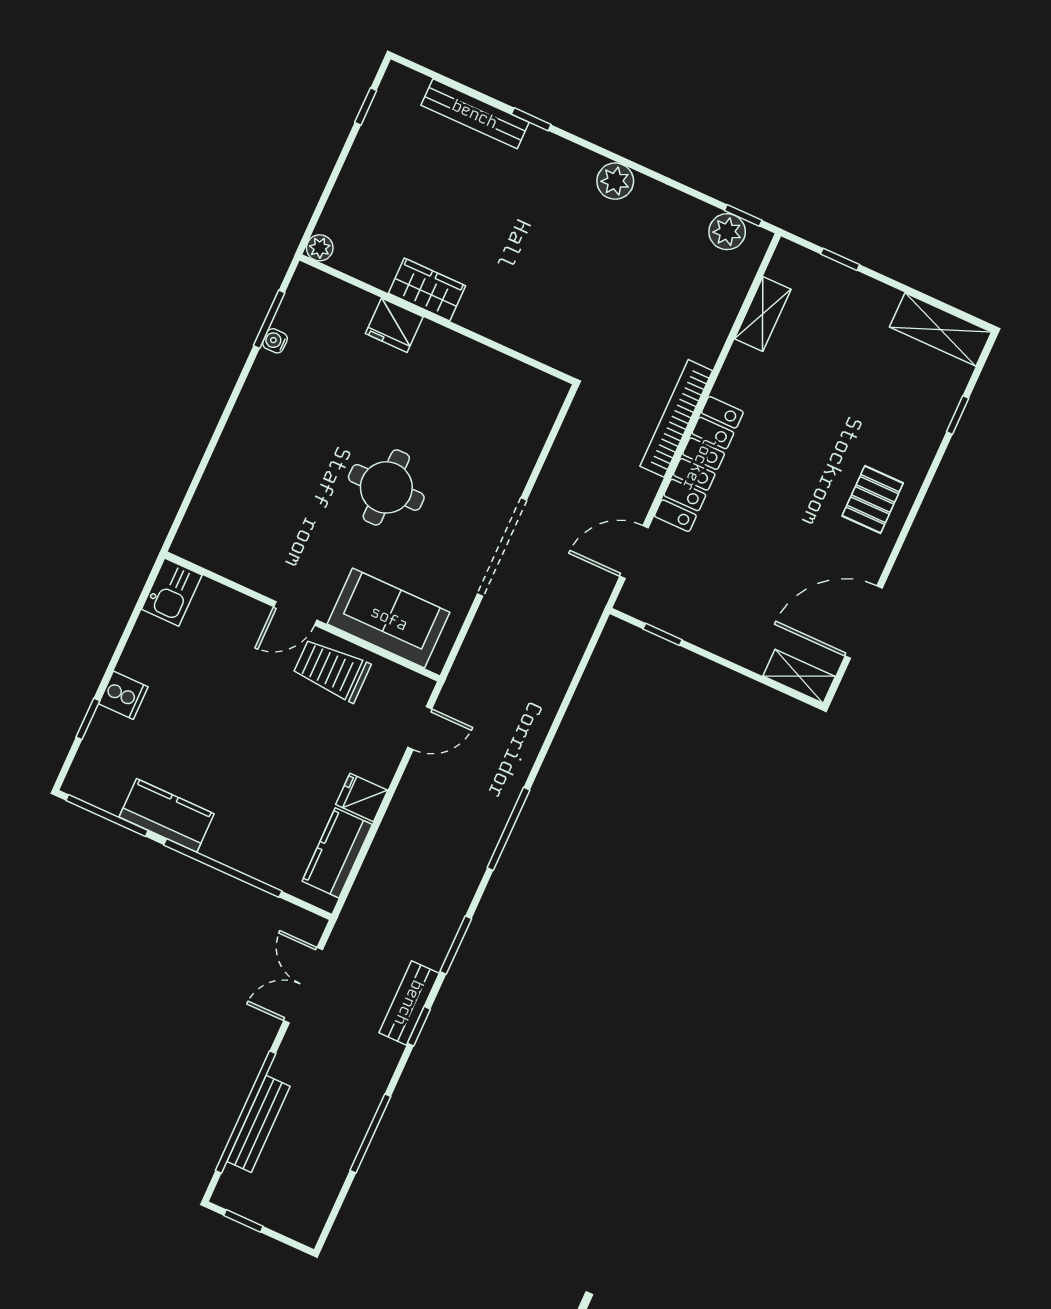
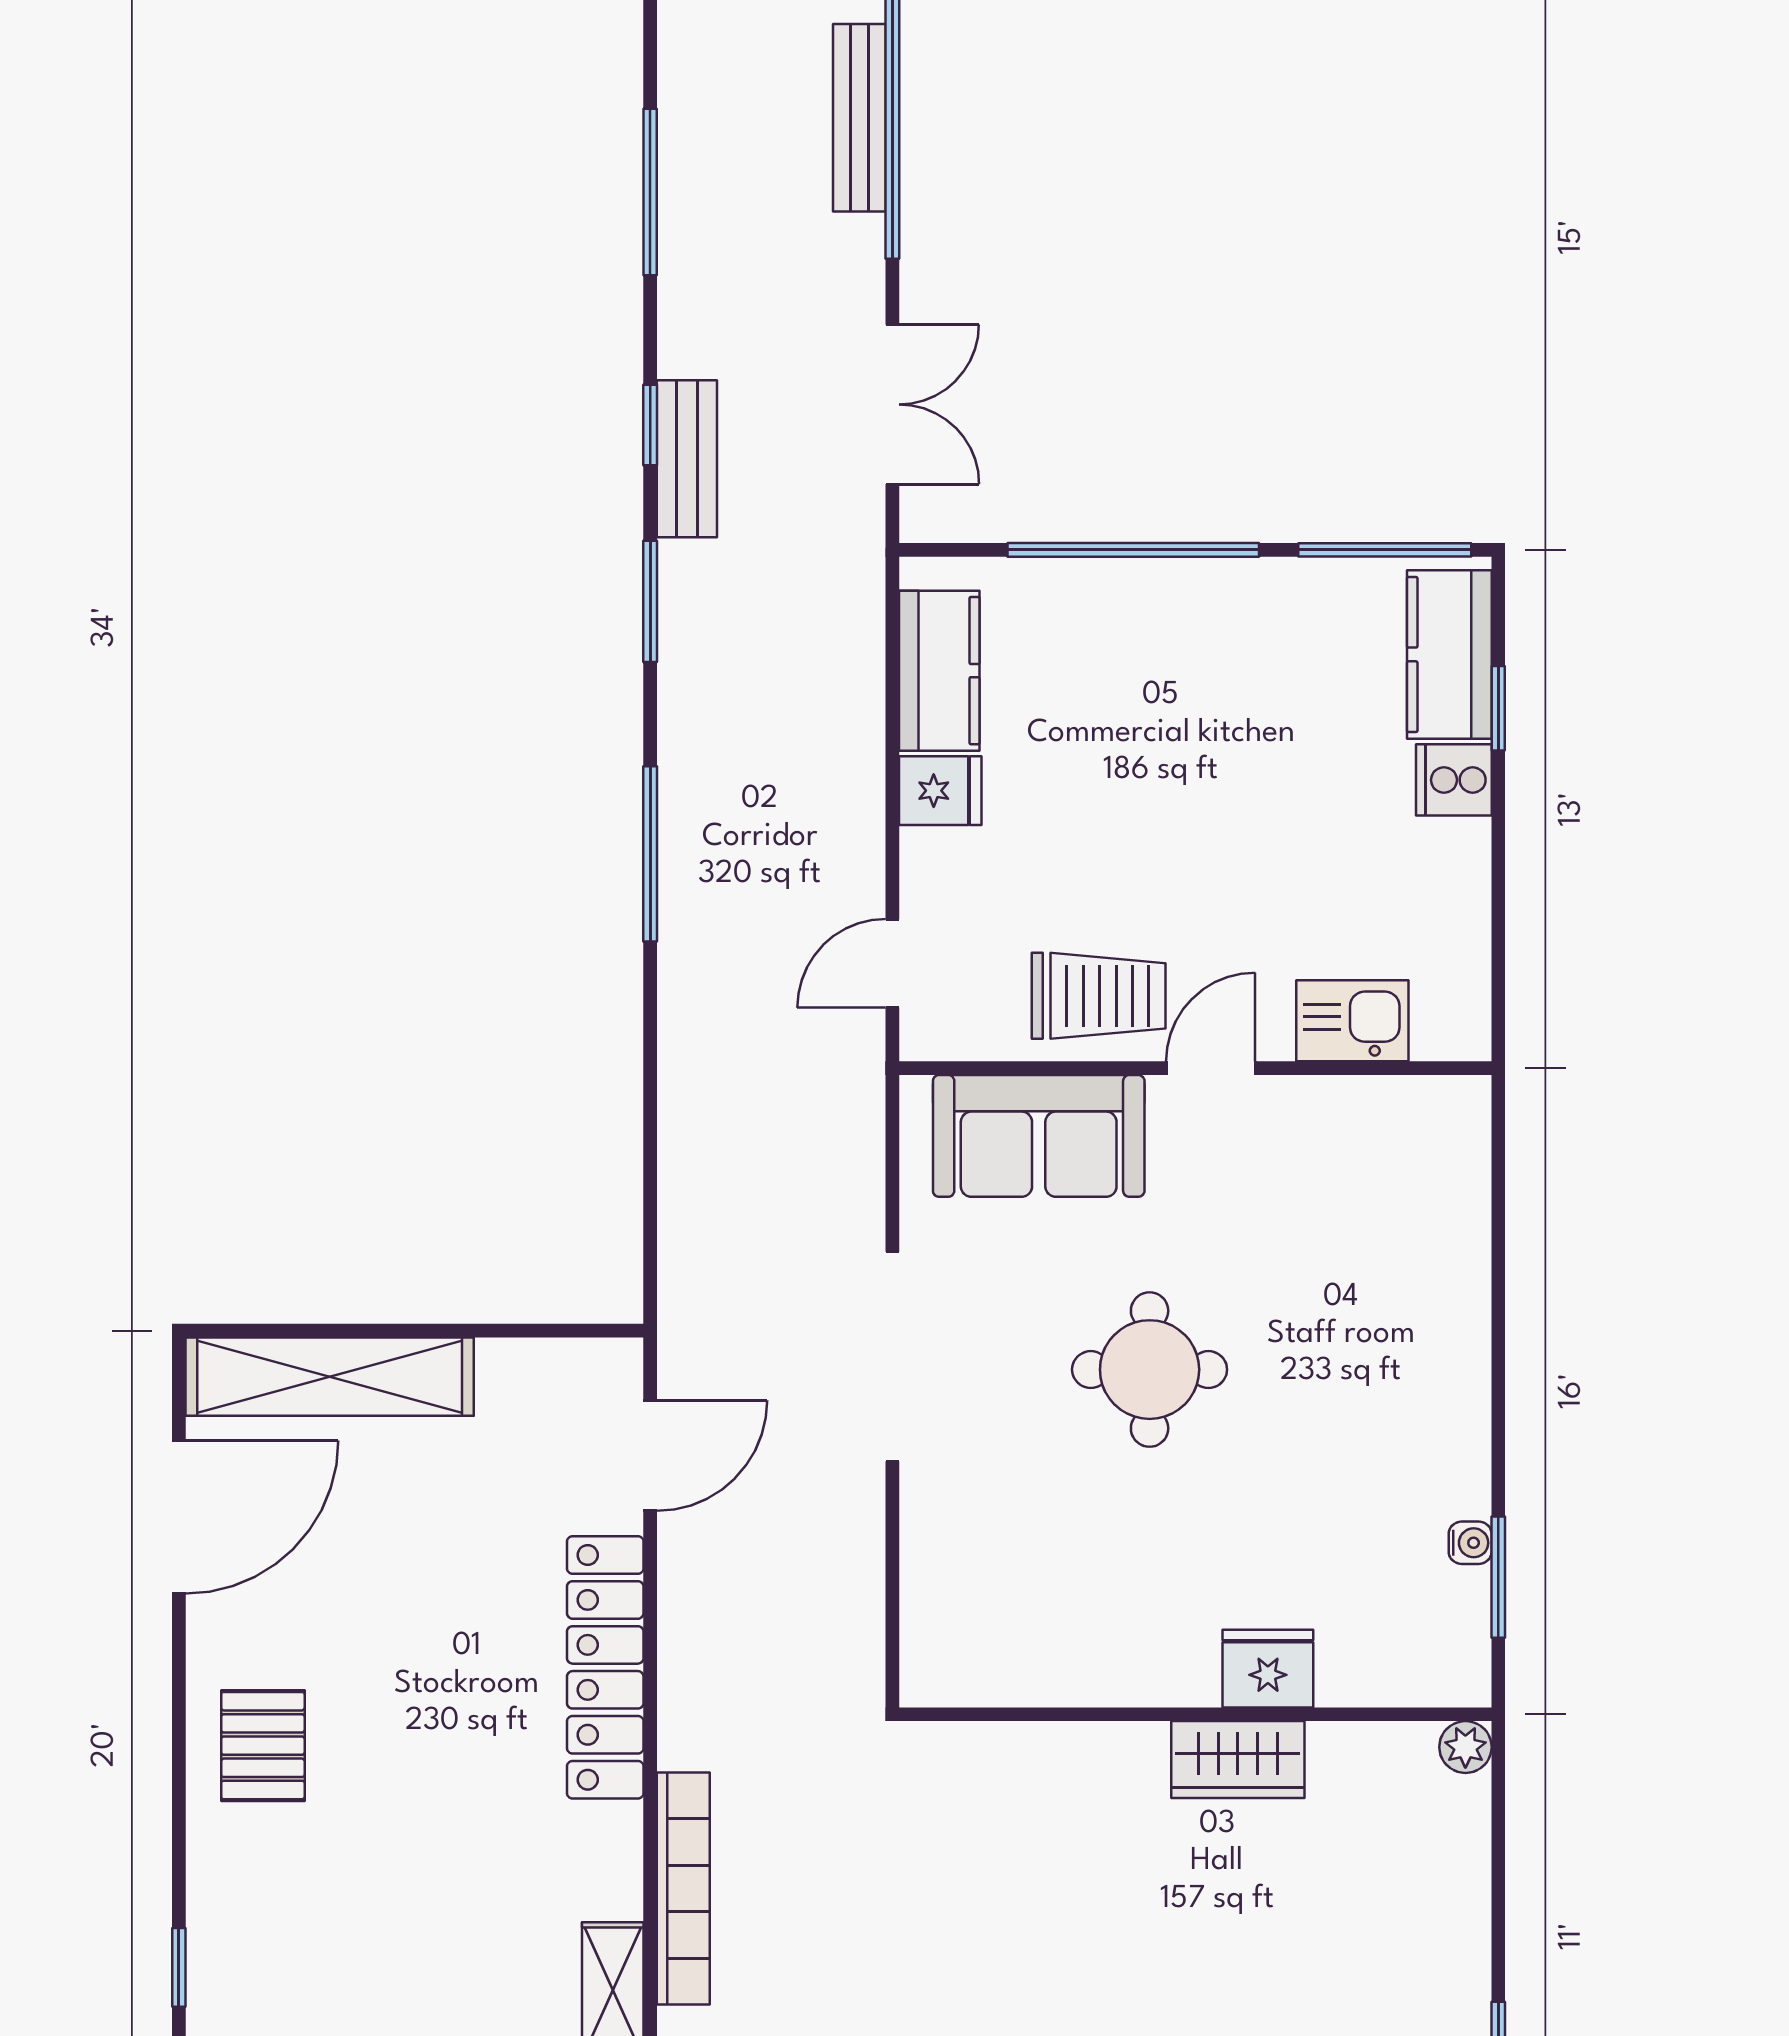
bookcase: (676, 418) -> (683, 1889), moved
kitchen sink: (172, 592) -> (1352, 1021), moved, turned 90
window: (663, 634) -> (531, 1331), removed
shelving: (799, 676) -> (330, 1377), width x2.20, depth x1.33
kitchen counter: (167, 815) -> (1449, 654), moved, turned 90

